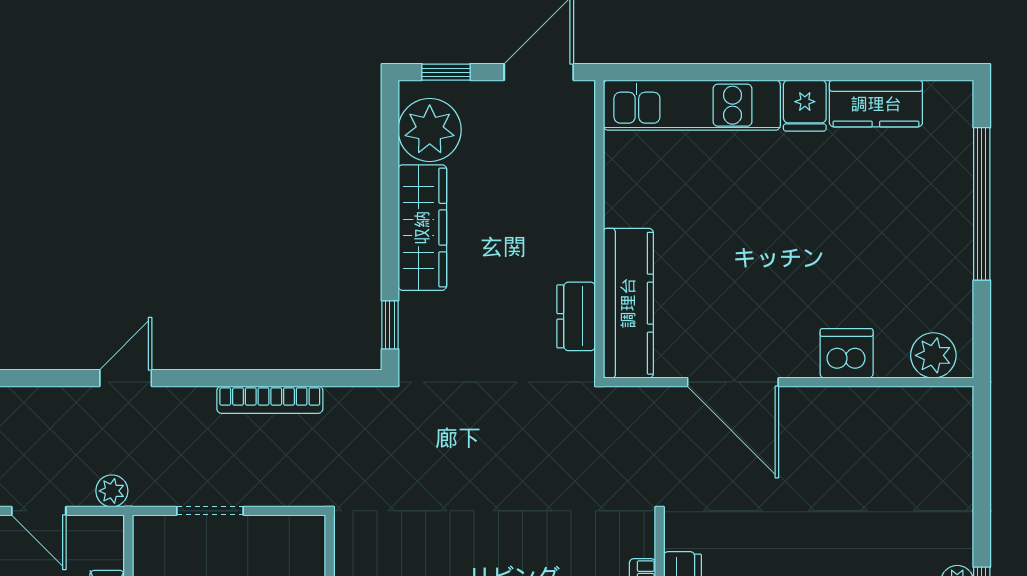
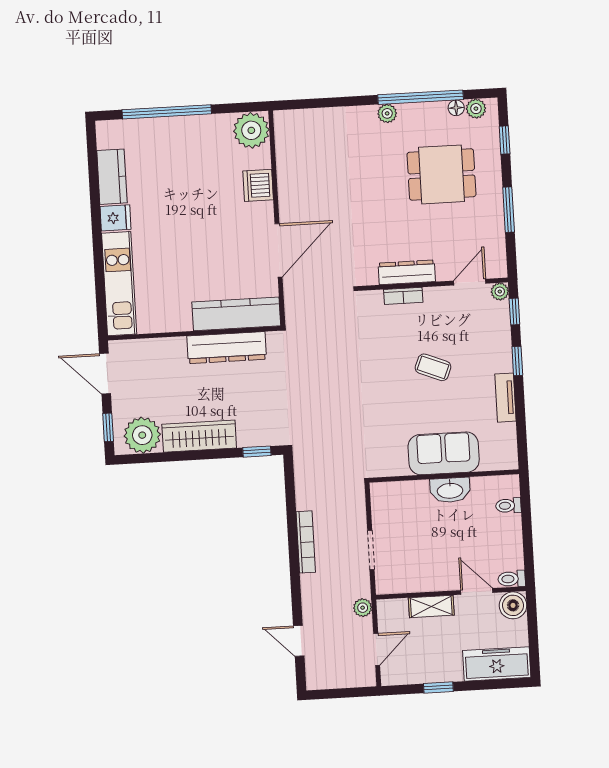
dresser: (576, 316) -> (227, 348), width x1.96, depth x1.24
plant: (933, 355) -> (251, 130), width x1.36, depth x1.36
door: (126, 378) -> (299, 641), moved
bookcase: (270, 400) -> (306, 542), moved

